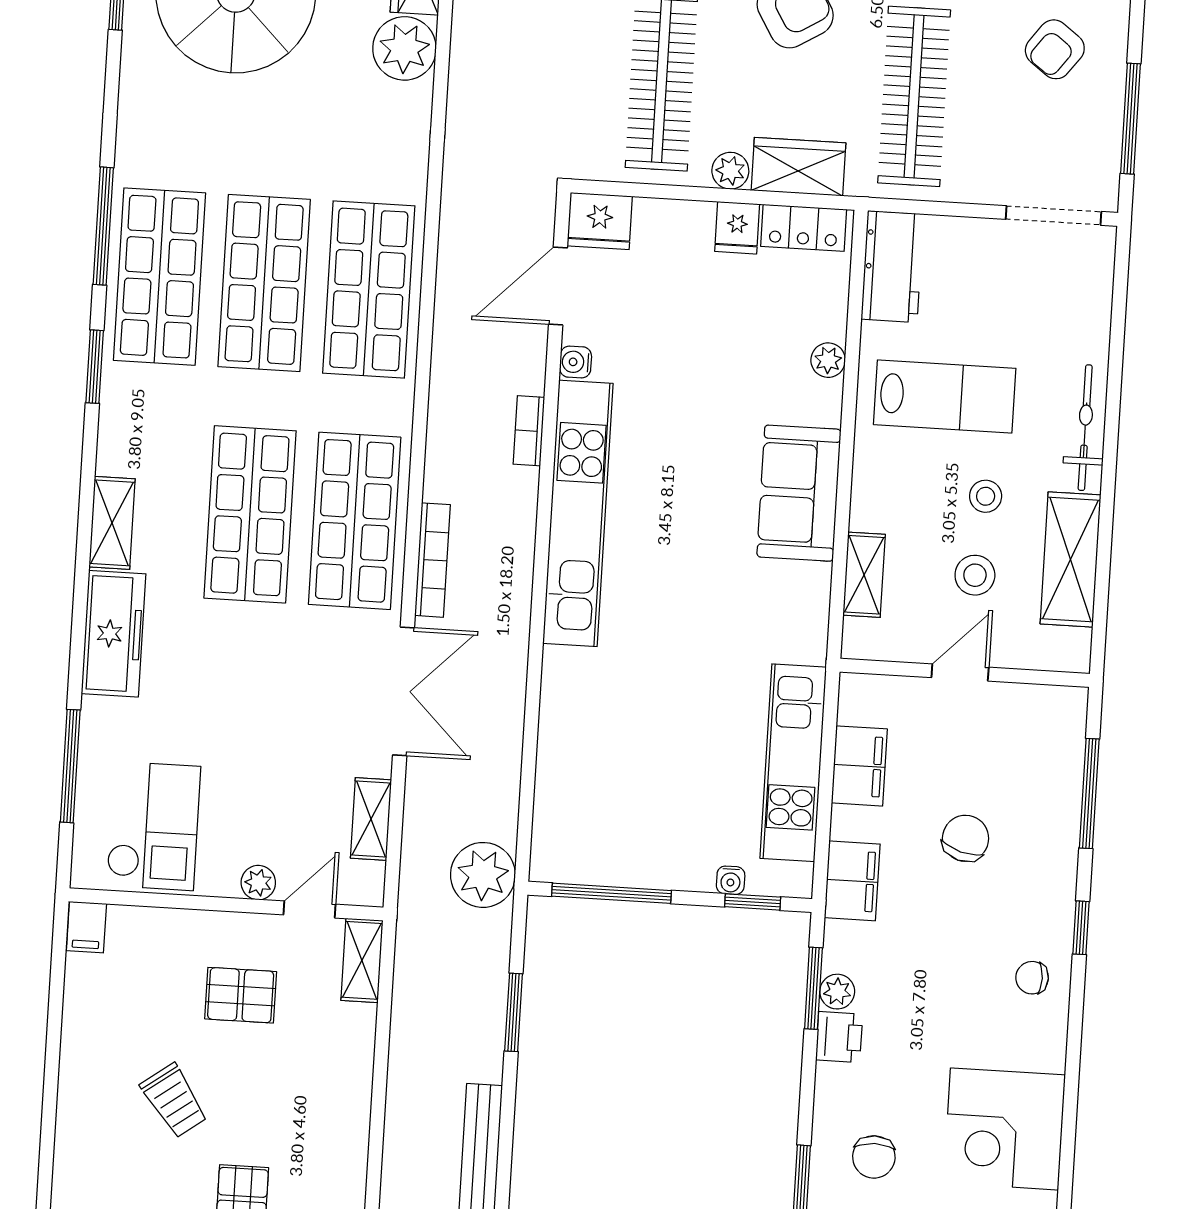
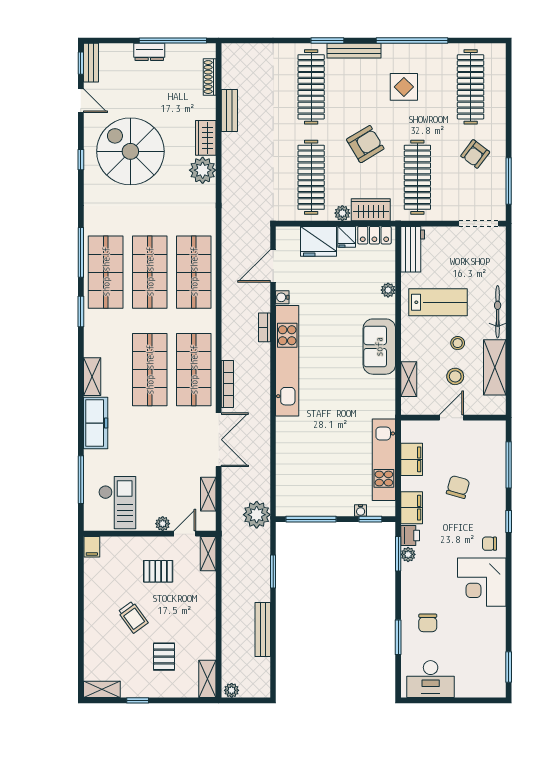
fridge: (600, 221) -> (319, 241), moved, width x1.36, depth x1.34
printer: (839, 1037) -> (410, 536), moved
corner desk: (1004, 1129) -> (482, 582), moved

